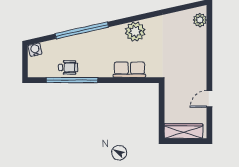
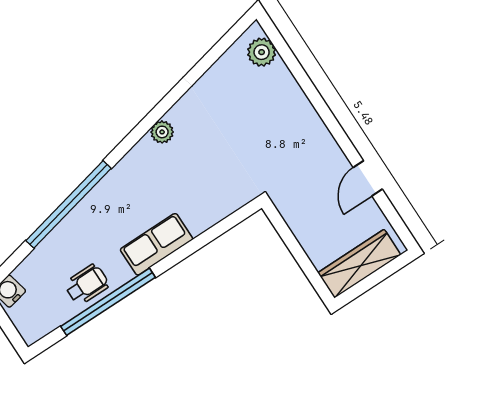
plant: (135, 32) -> (162, 132), width x0.53, depth x0.53
row of seats: (129, 70) -> (157, 244), moved

